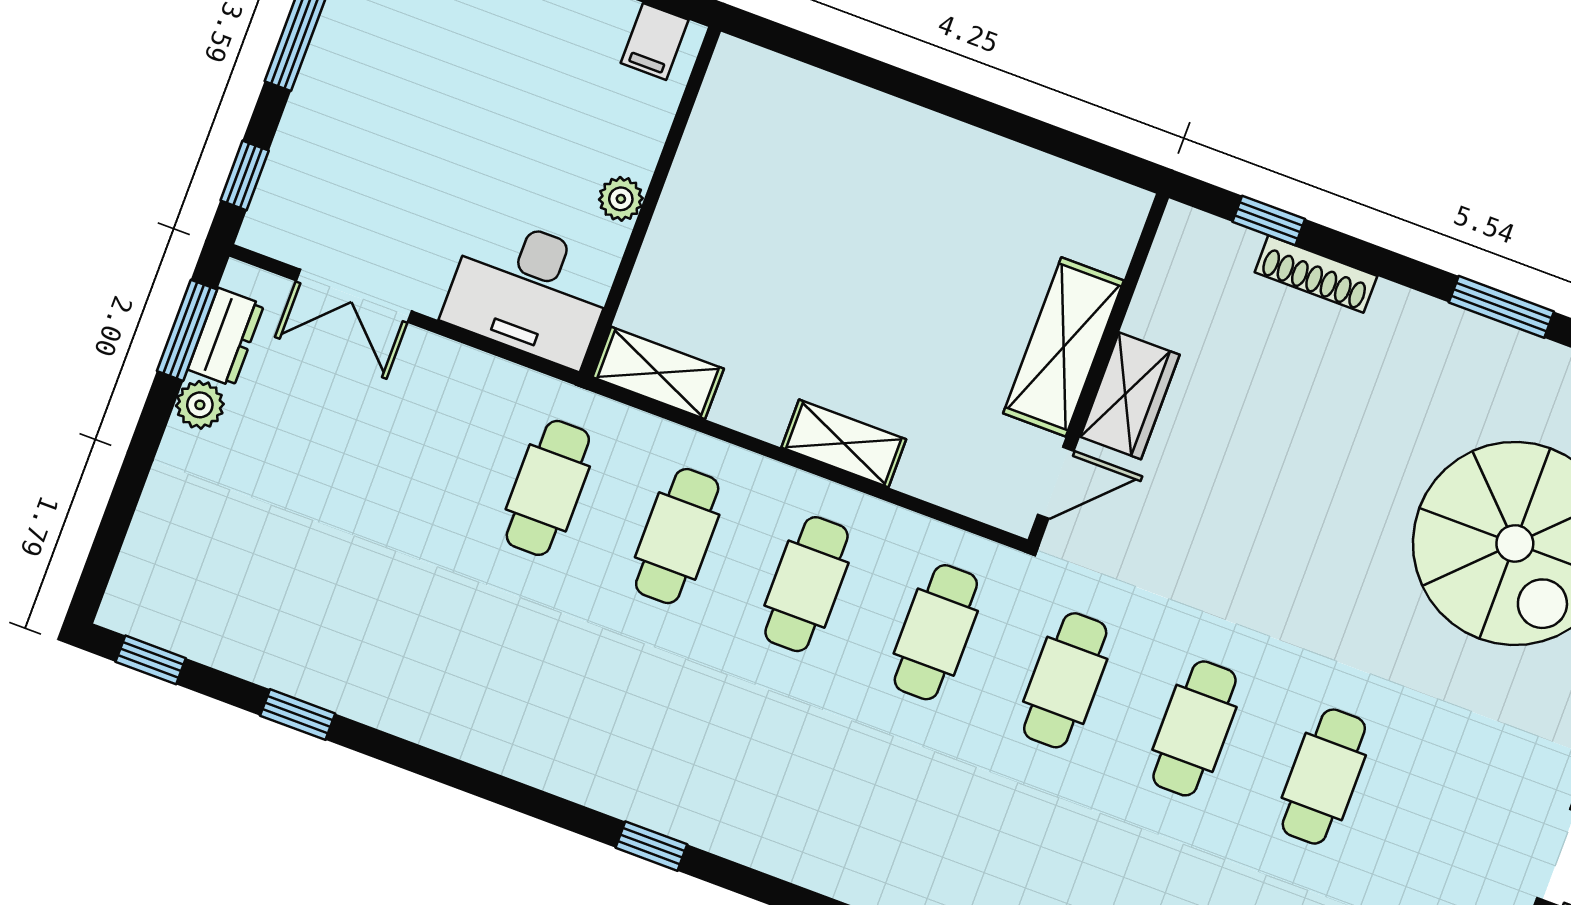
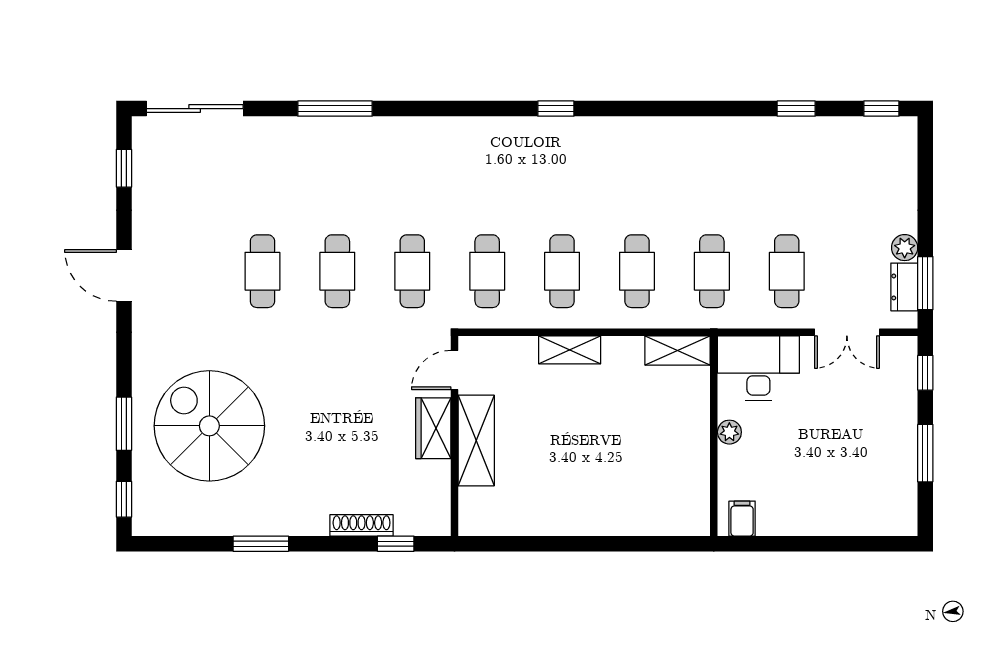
double door: (354, 296) -> (847, 332), swing flipped
cafe table: (418, 440) -> (787, 271), added
window: (651, 846) -> (556, 109), moved

